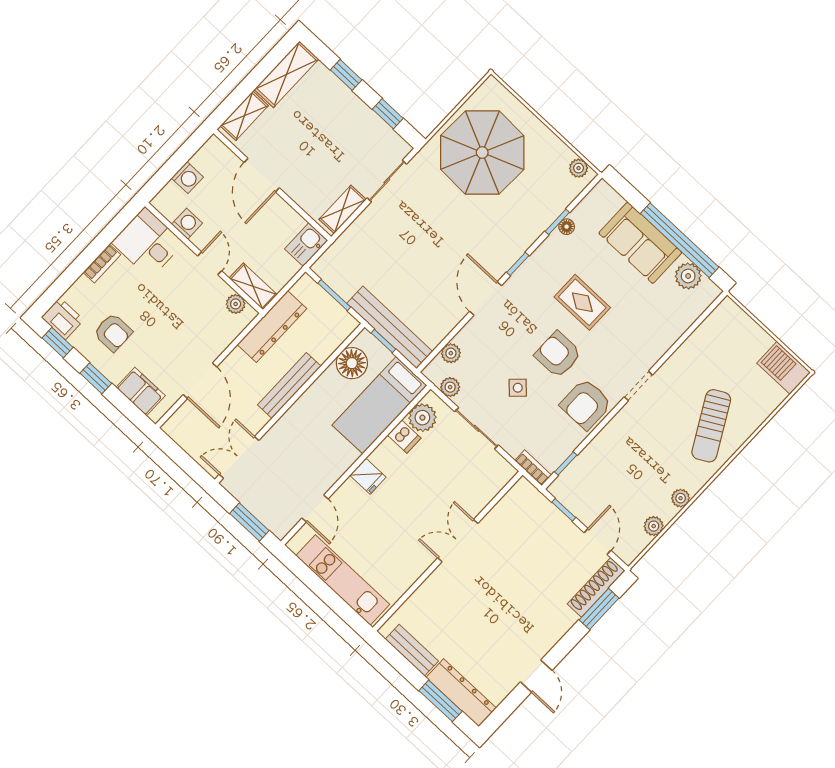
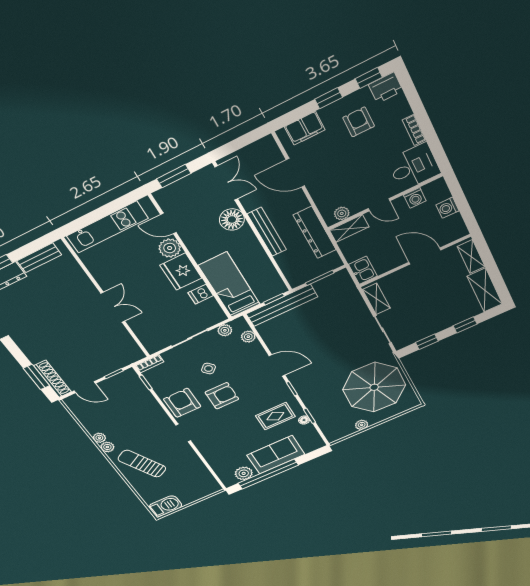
plant: (579, 168) -> (362, 425), moved
rug: (582, 302) -> (275, 416), moved
armchair: (113, 332) -> (359, 122), turned 90
floor lamp: (352, 363) -> (232, 219), moved
plant: (422, 418) -> (170, 248), moved
fridge: (368, 476) -> (181, 272), width x1.88, depth x1.34
plant: (654, 526) -> (107, 447), moved

